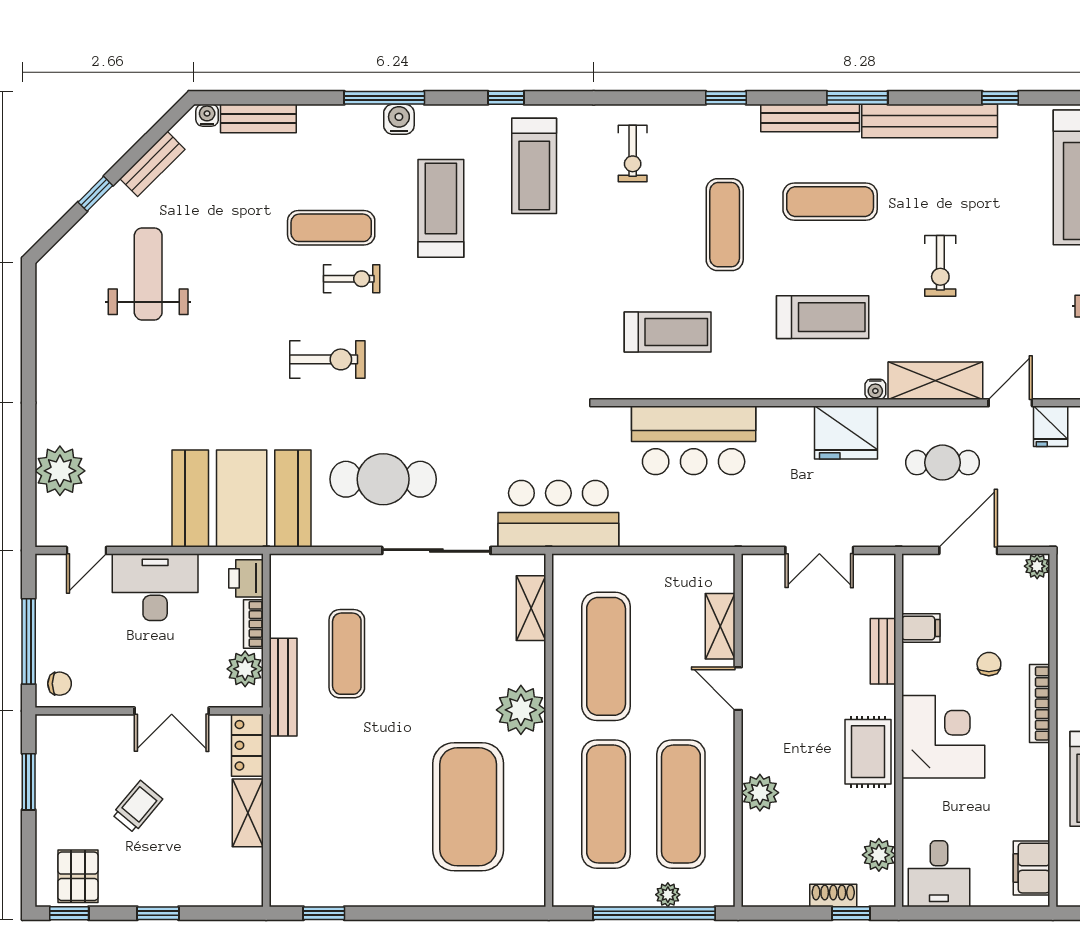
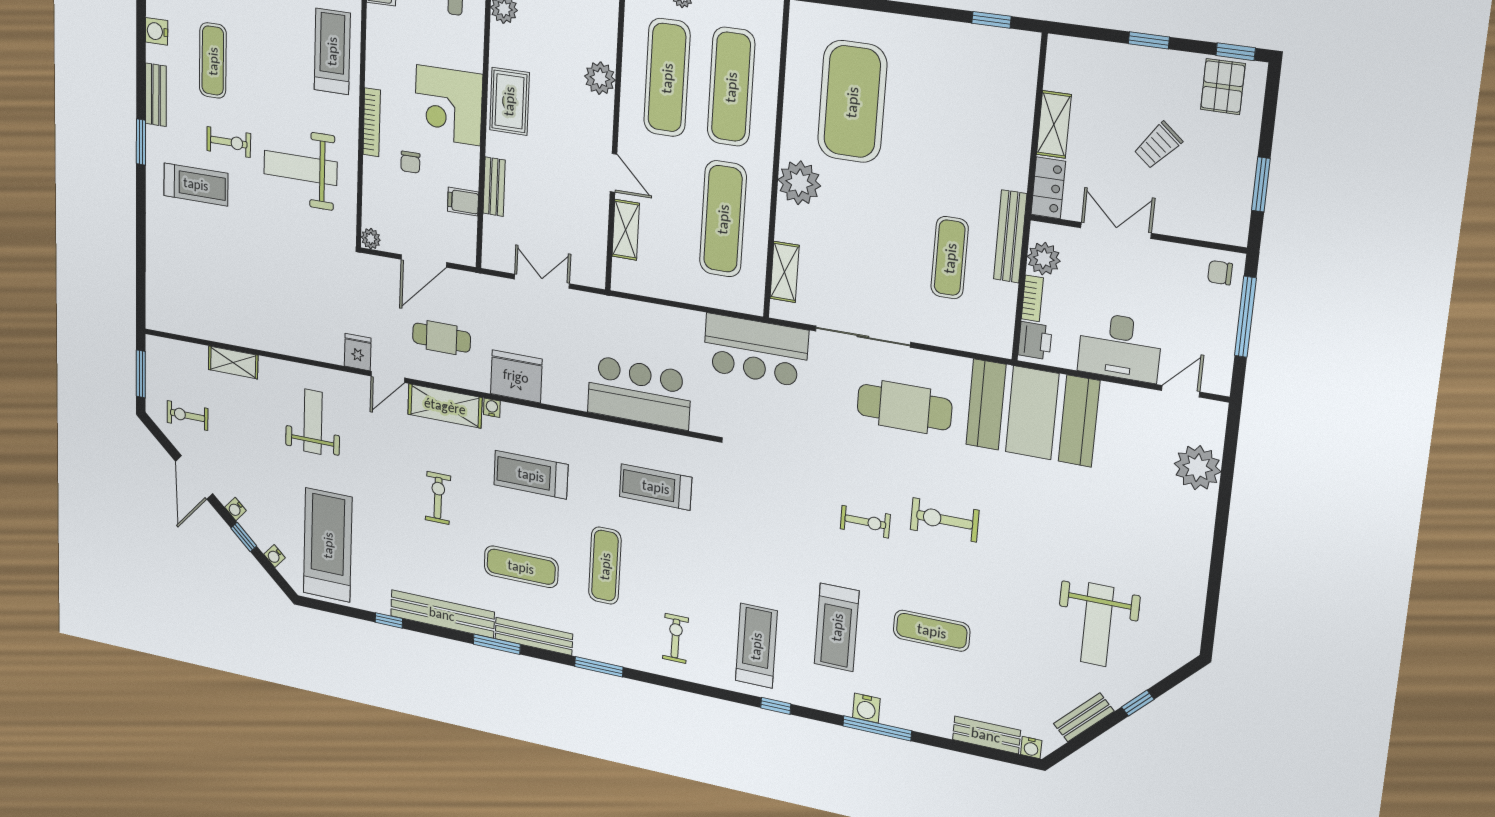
window: (726, 98) -> (599, 667), width x1.50
exercise bike: (352, 279) -> (865, 522), moved, turned 180

